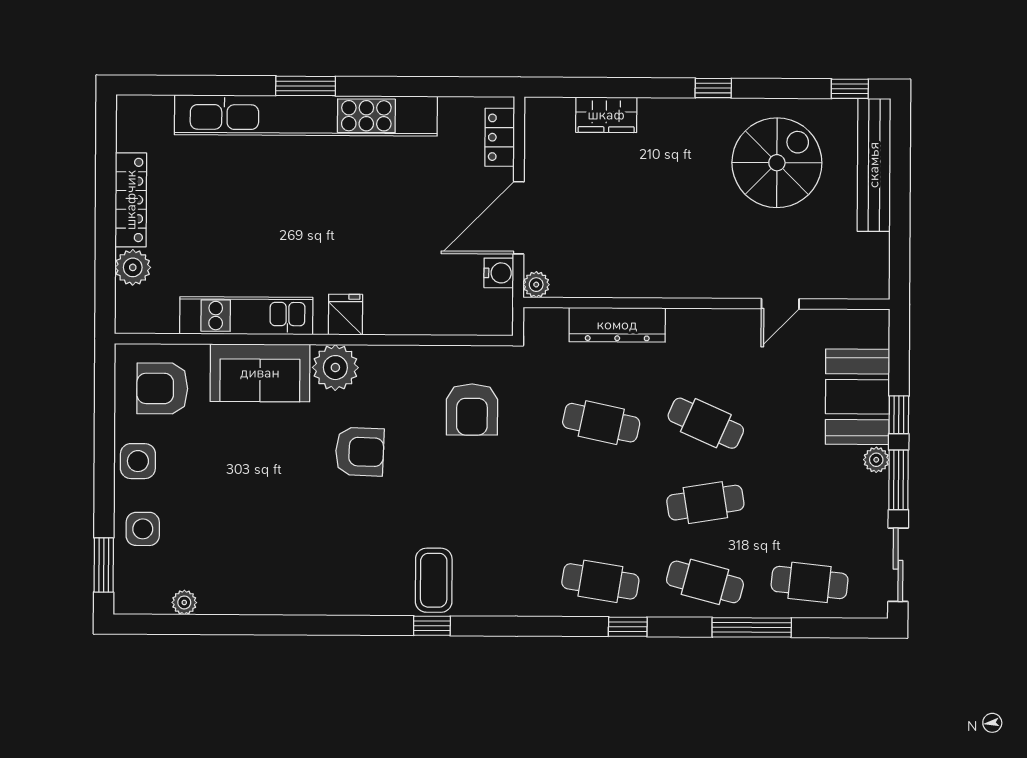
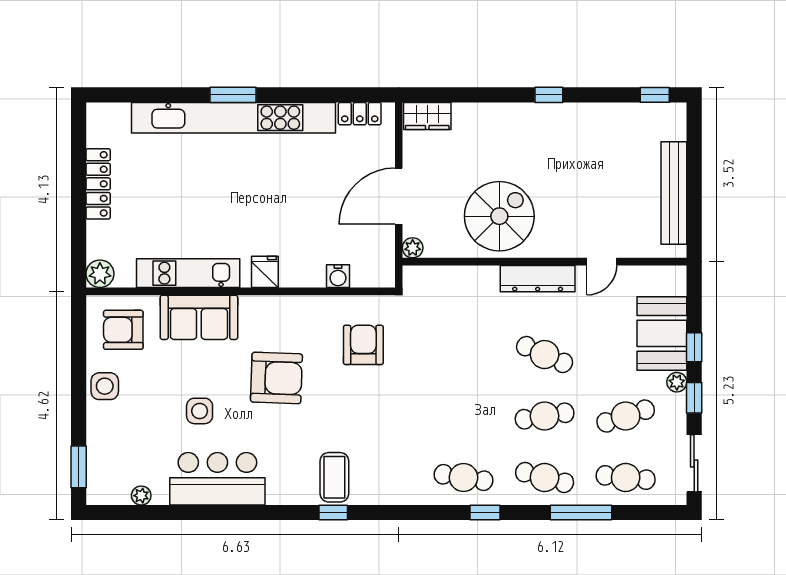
wardrobe: (606, 115) -> (427, 116), moved
locker: (500, 137) -> (360, 114), moved, turned -90
spiral stairs: (777, 163) -> (499, 216), moved
bench: (874, 165) -> (674, 193), moved
plant: (133, 267) -> (100, 274), moved
water cooler: (499, 273) -> (338, 276), moved, turned 90
dresser: (617, 325) -> (538, 279), moved
plant: (335, 368) -> (257, 313), removed
armchair: (472, 410) -> (363, 345), turned 180
cafe table: (601, 423) -> (626, 416), moved, turned -30
armchair: (360, 452) -> (276, 378), width x1.36, depth x1.36
window: (898, 480) -> (694, 398), width x0.67
side table: (143, 529) -> (200, 411), moved
bar counter: (283, 581) -> (217, 479), added

